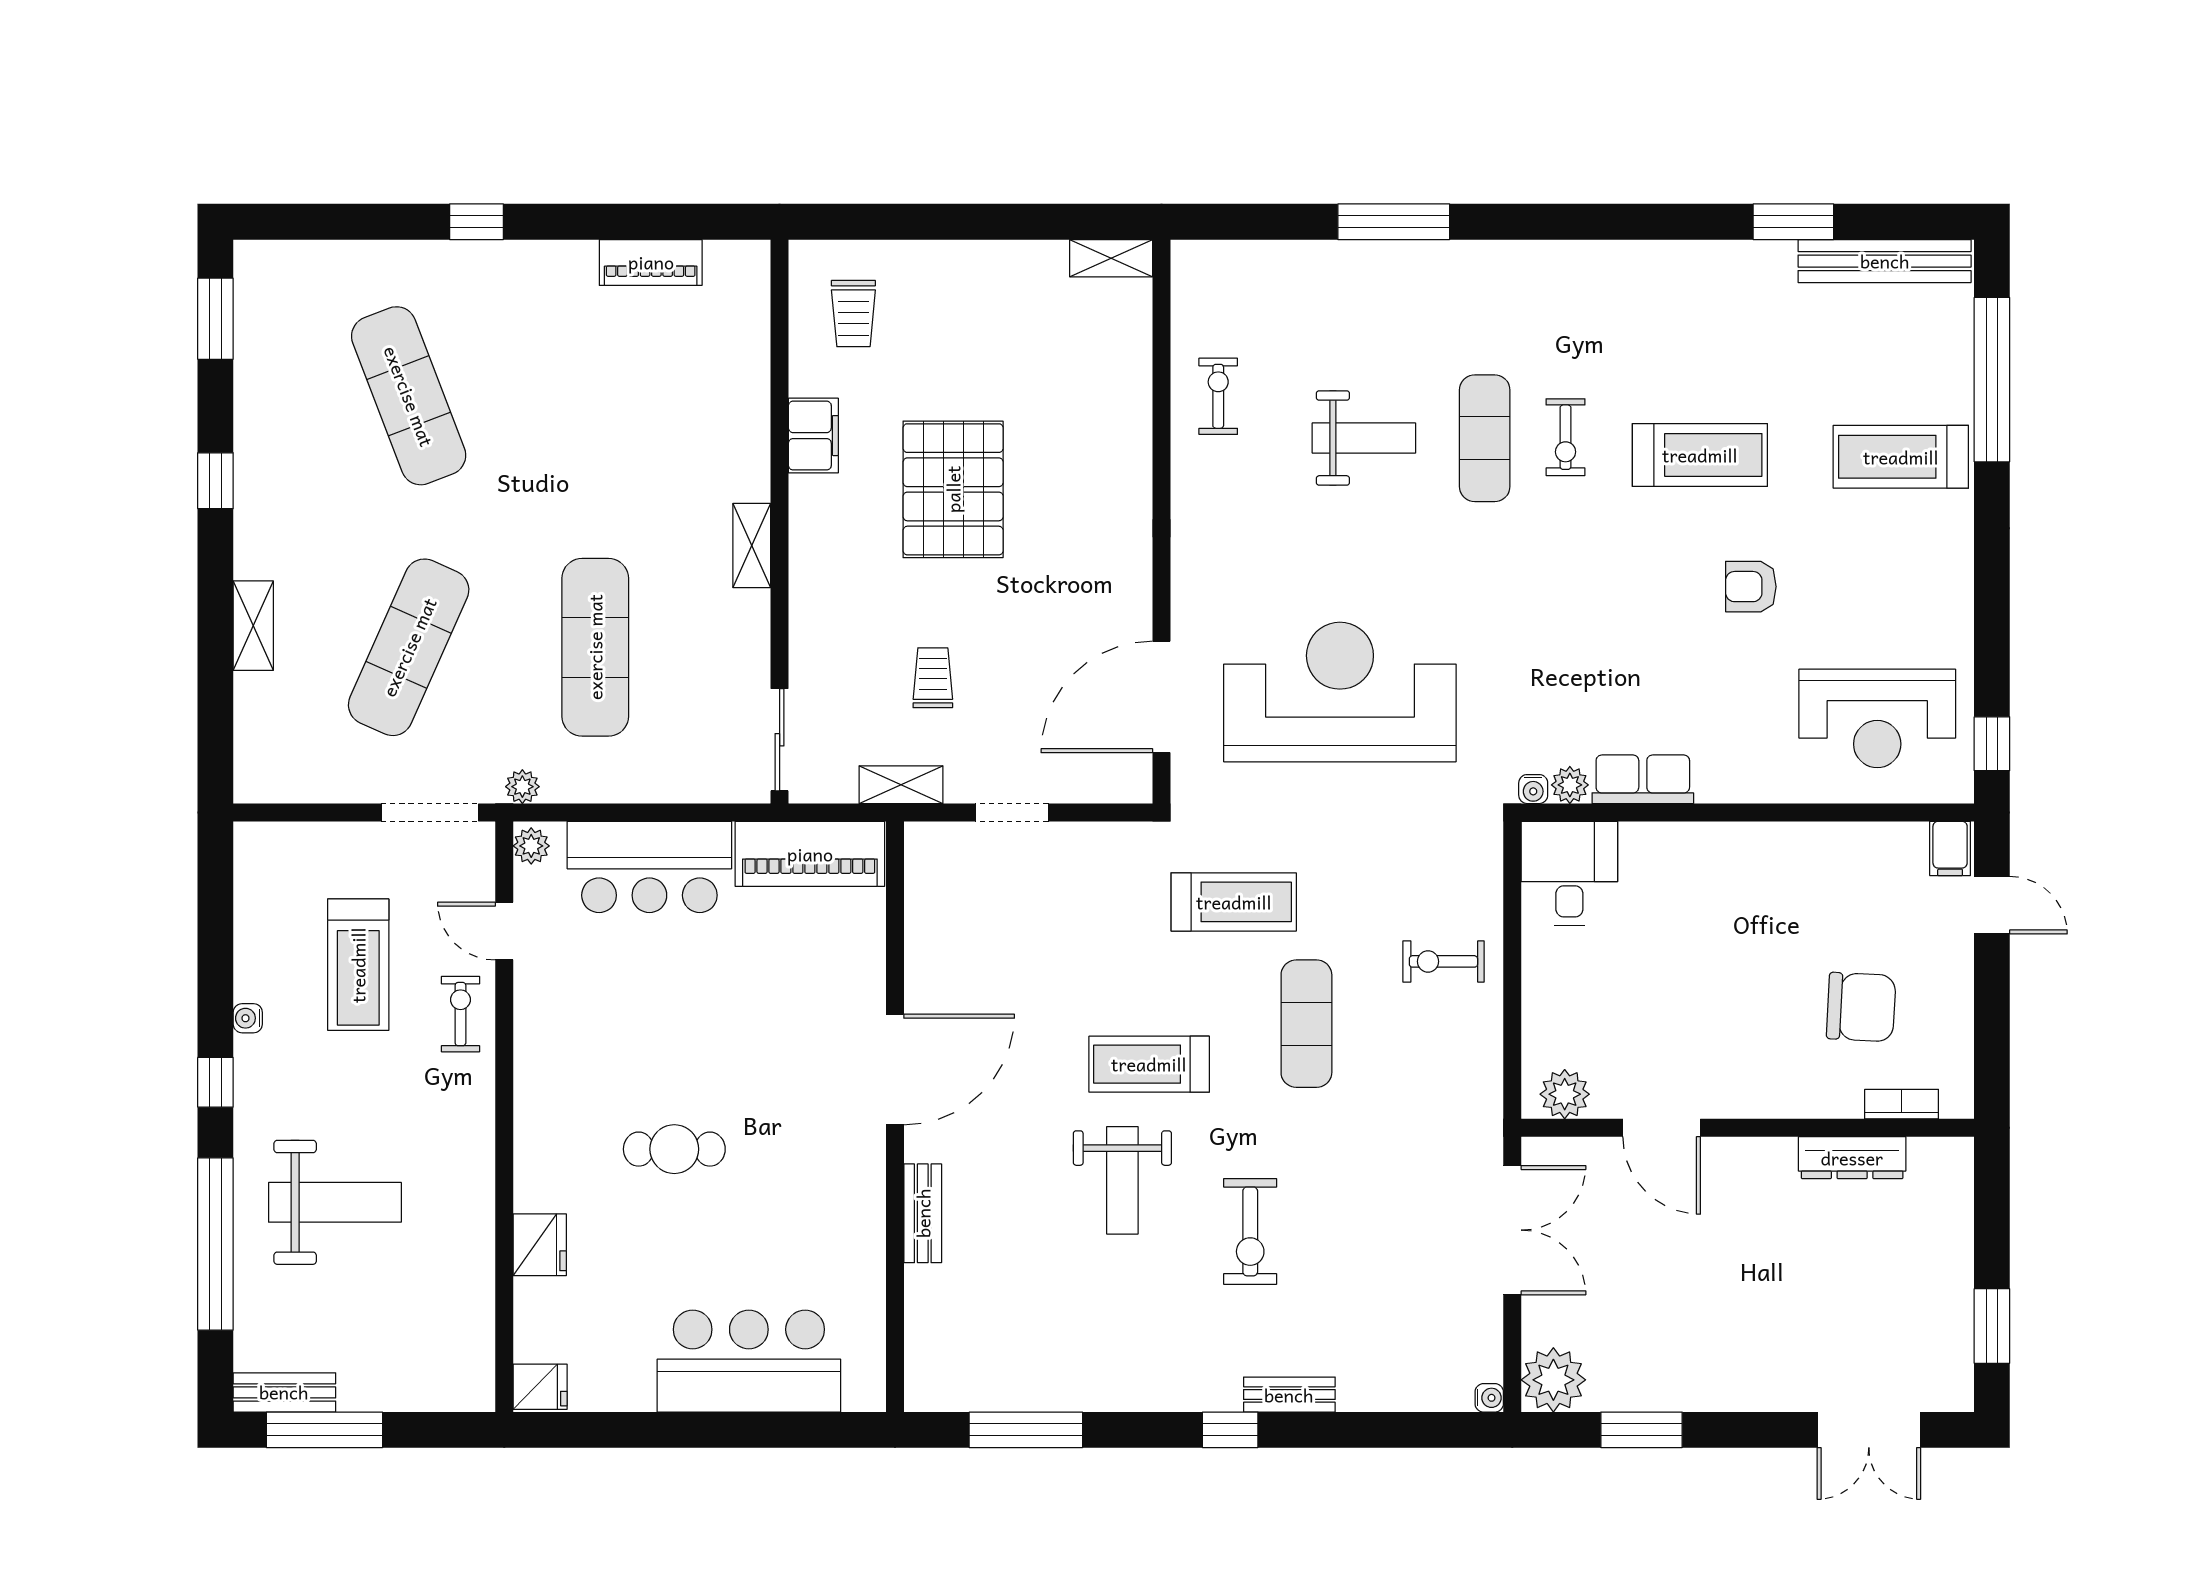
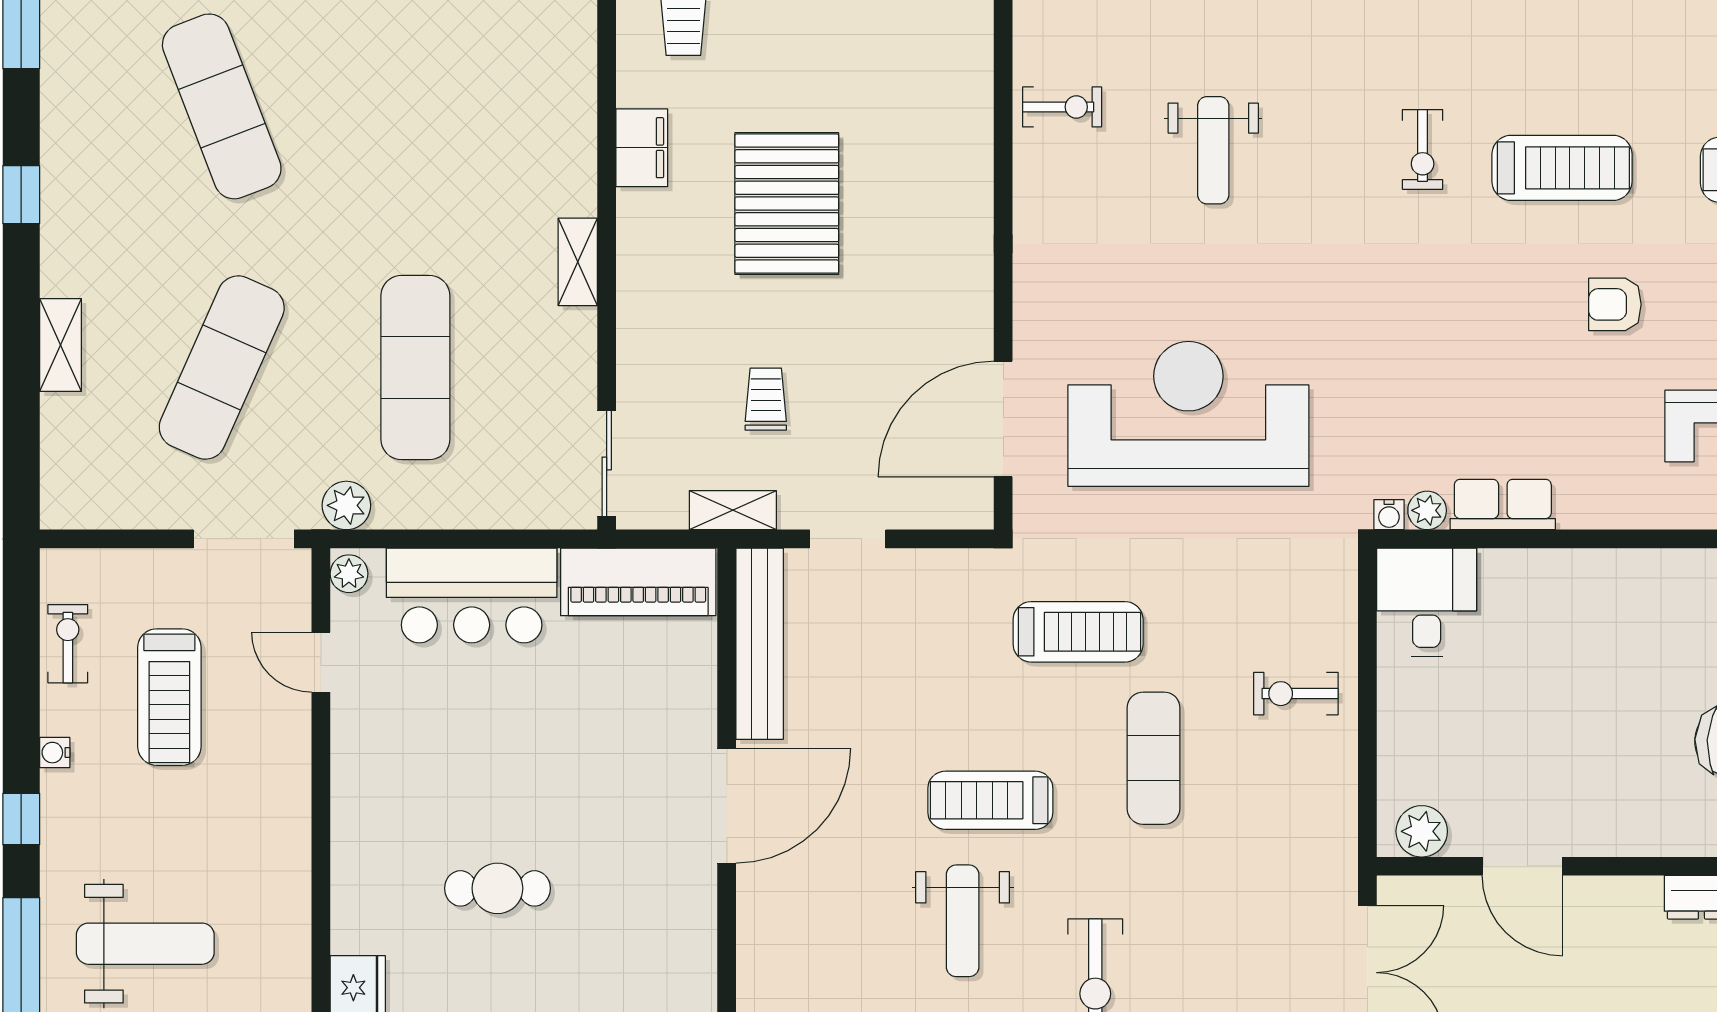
exercise bike: (1218, 396) -> (1062, 107), turned 90
weight bench: (1364, 438) -> (1213, 150), turned 90
exercise mat: (1485, 438) -> (1339, 150), removed
plant: (522, 787) -> (346, 505), width x1.38, depth x1.38
exercise bike: (460, 1014) -> (68, 644), moved
bench: (923, 1213) -> (760, 644), moved, width x1.86, depth x1.21

